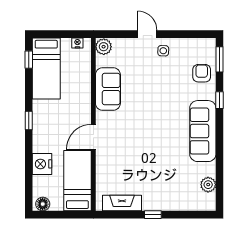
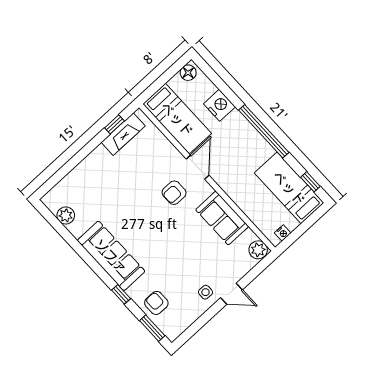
armchair: (202, 73) -> (156, 303), turned 180
window: (29, 121) -> (264, 131), width x3.17
armchair: (124, 134) -> (174, 193), added
window: (153, 215) -> (114, 124), moved

